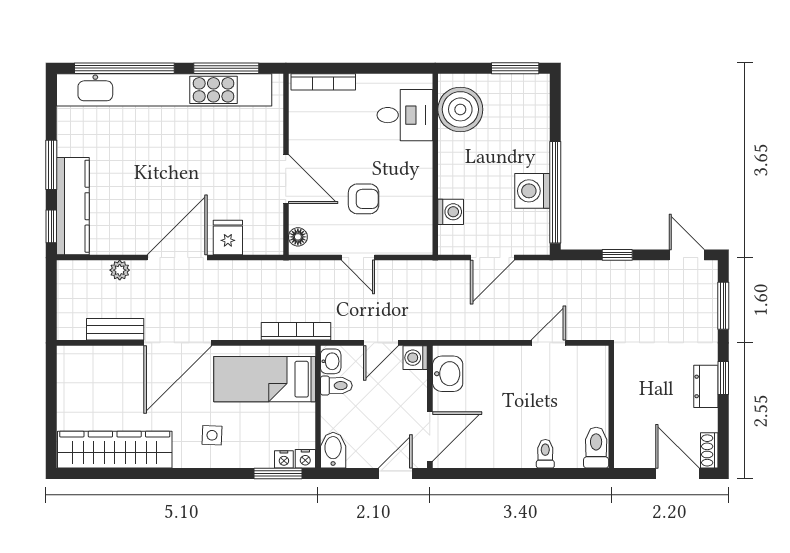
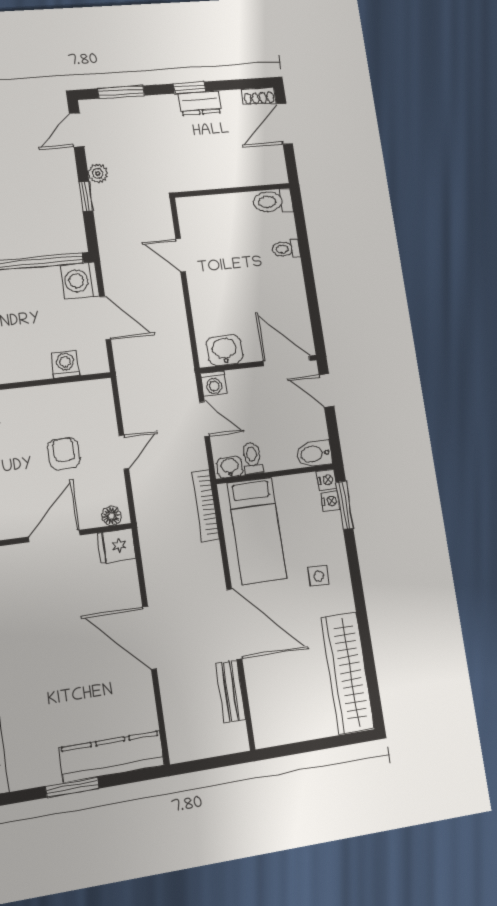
washing machine: (532, 191) -> (80, 281), moved, turned 90
window: (51, 226) -> (136, 776), removed
fridge: (228, 238) -> (116, 546), moved
plant: (120, 270) -> (98, 173), moved

